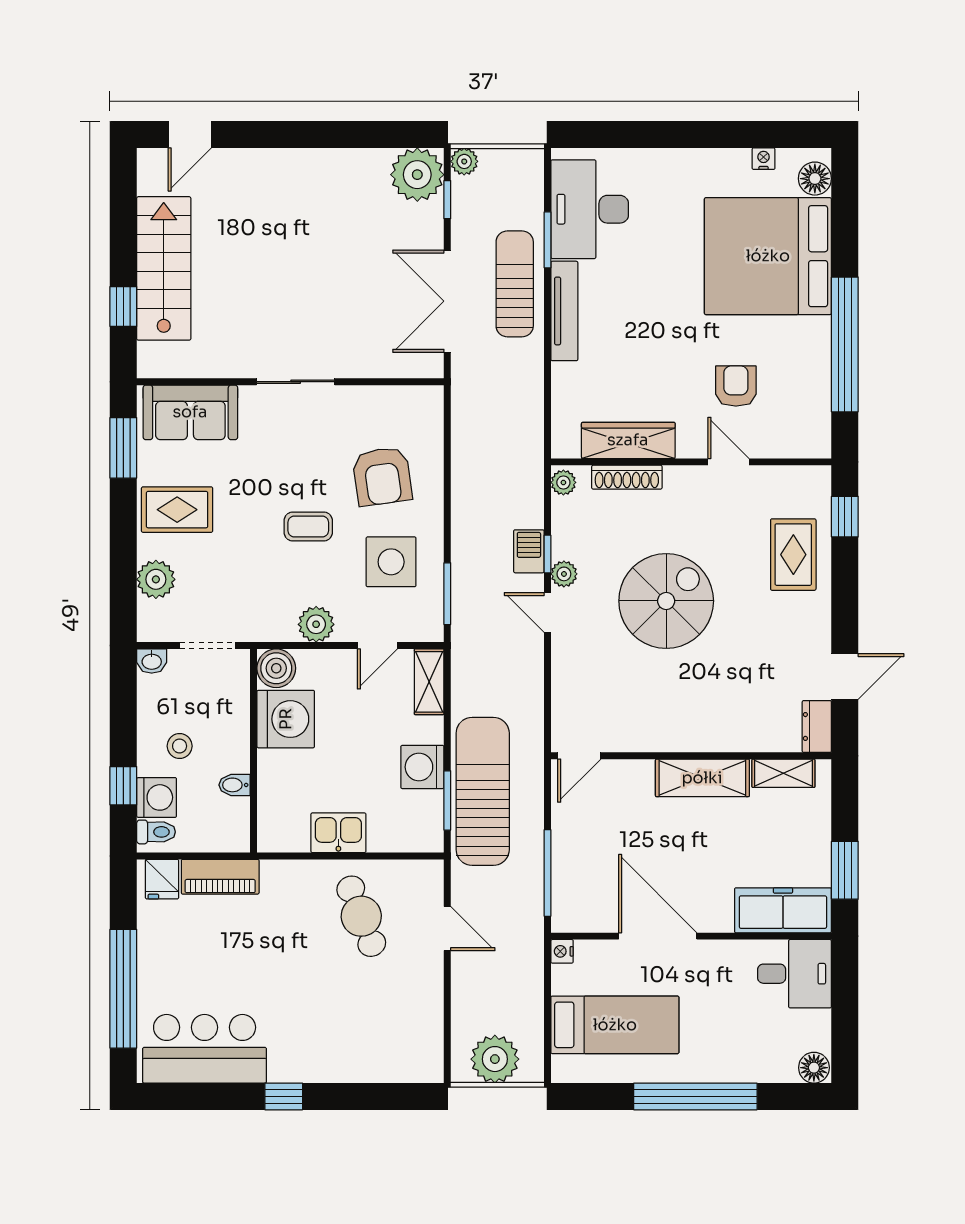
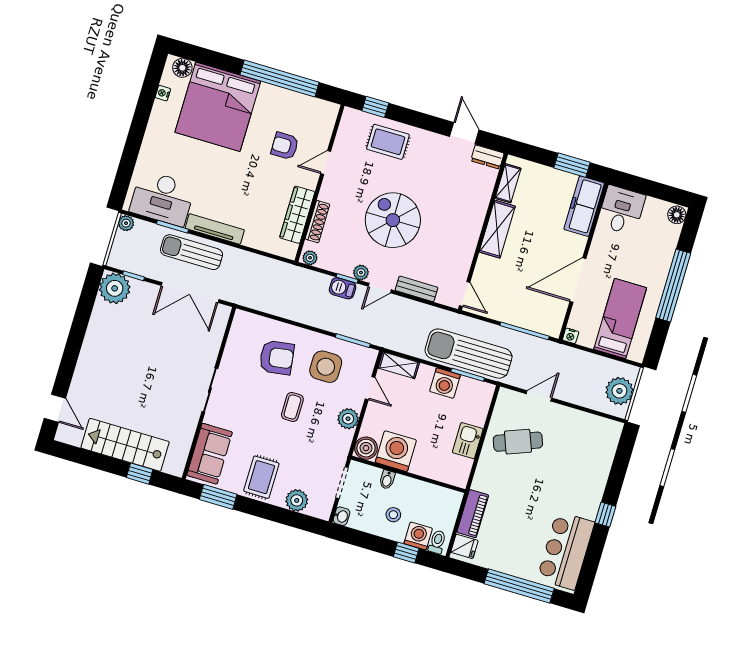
plant: (464, 161) -> (126, 223), moved
bench: (564, 674) -> (417, 289), added
bidet: (235, 785) -> (387, 480), moved

